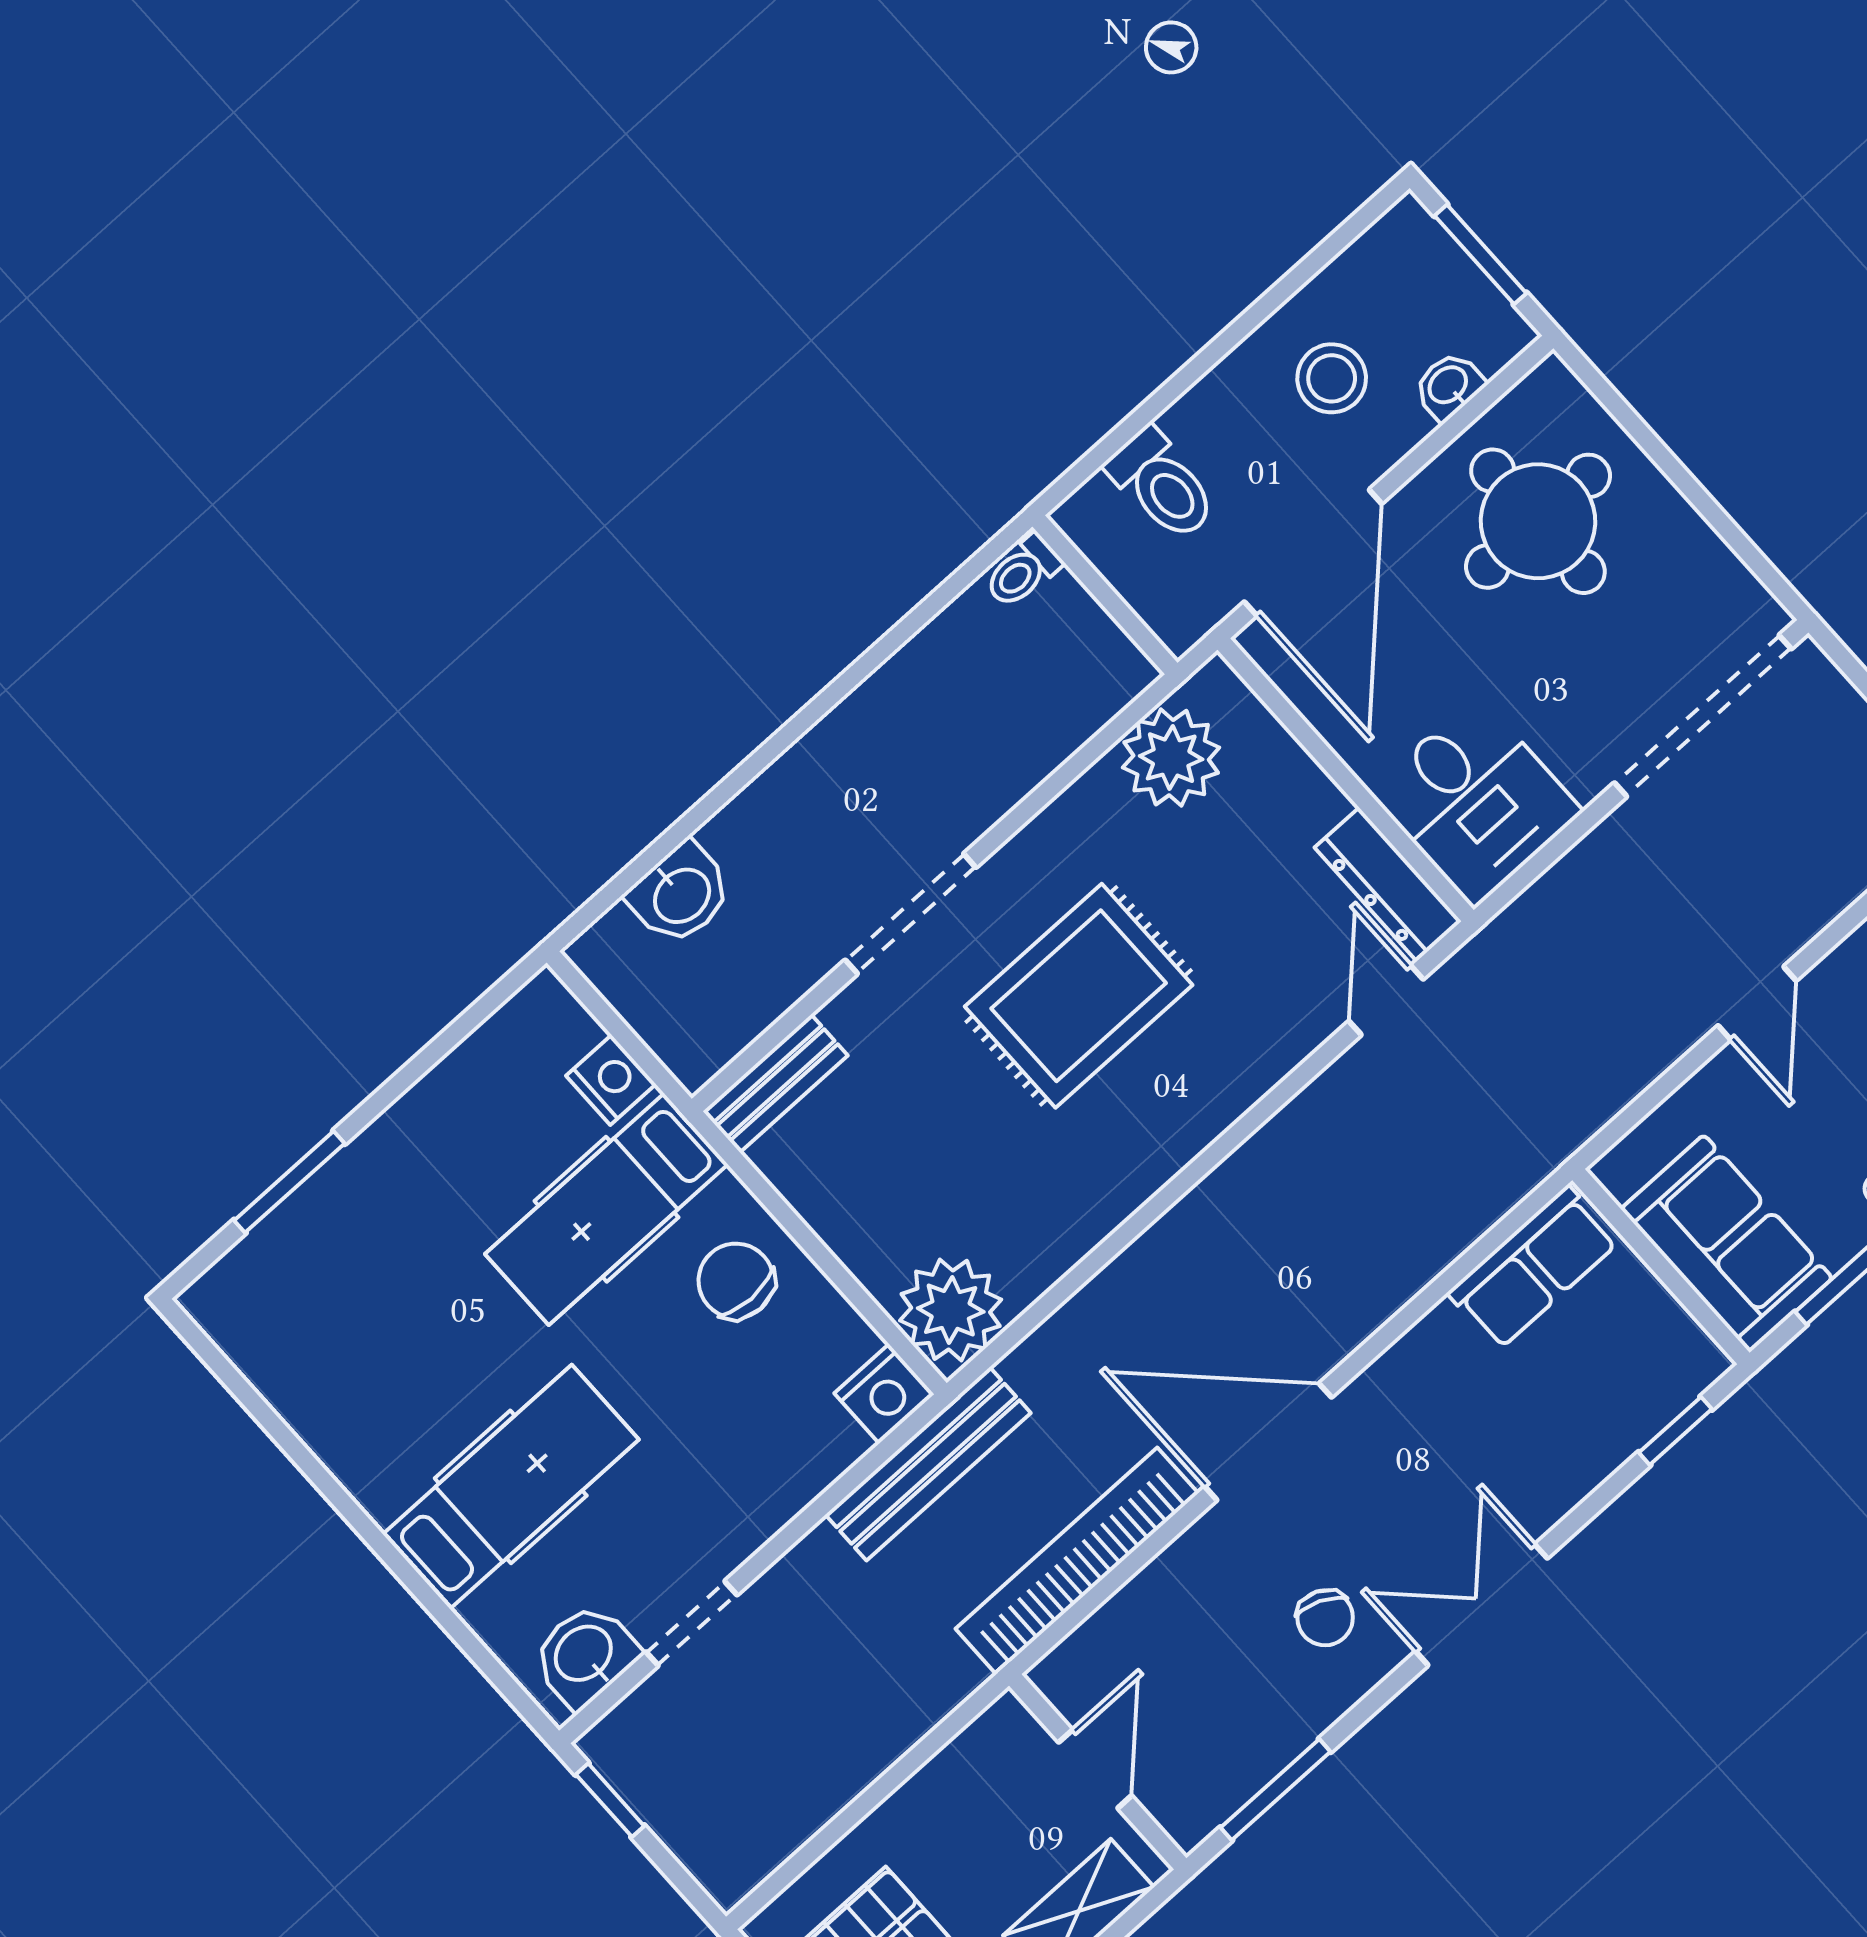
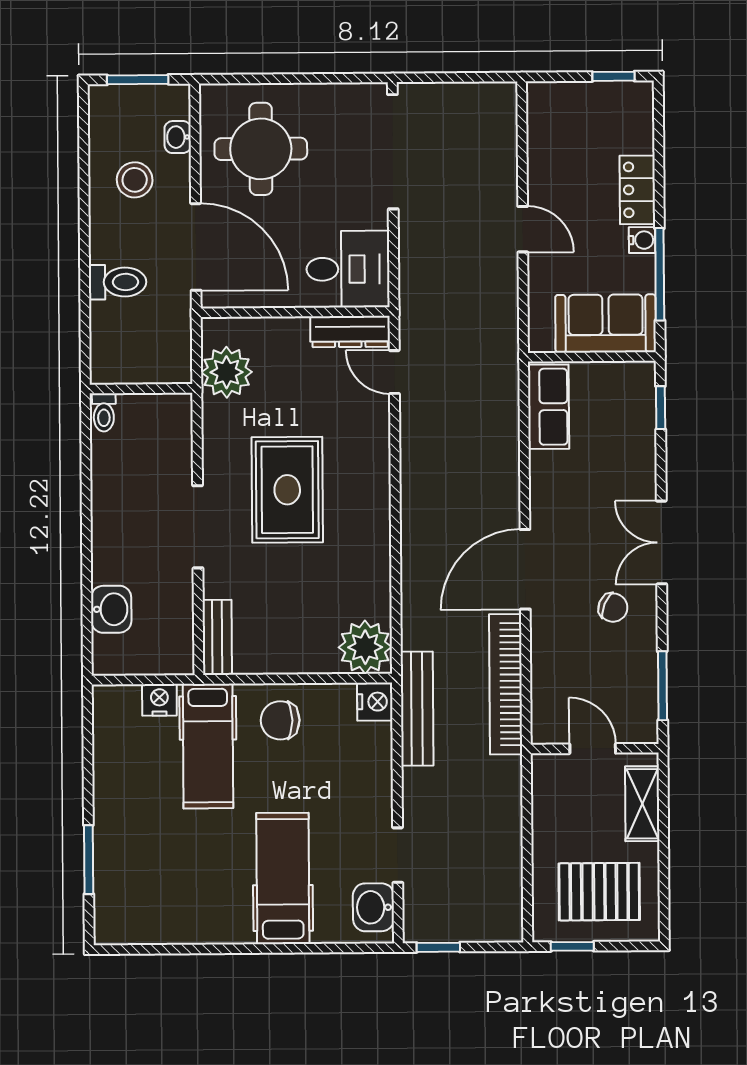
toilet: (1023, 571) -> (104, 412), moved
wall: (1105, 595) -> (141, 389), moved

